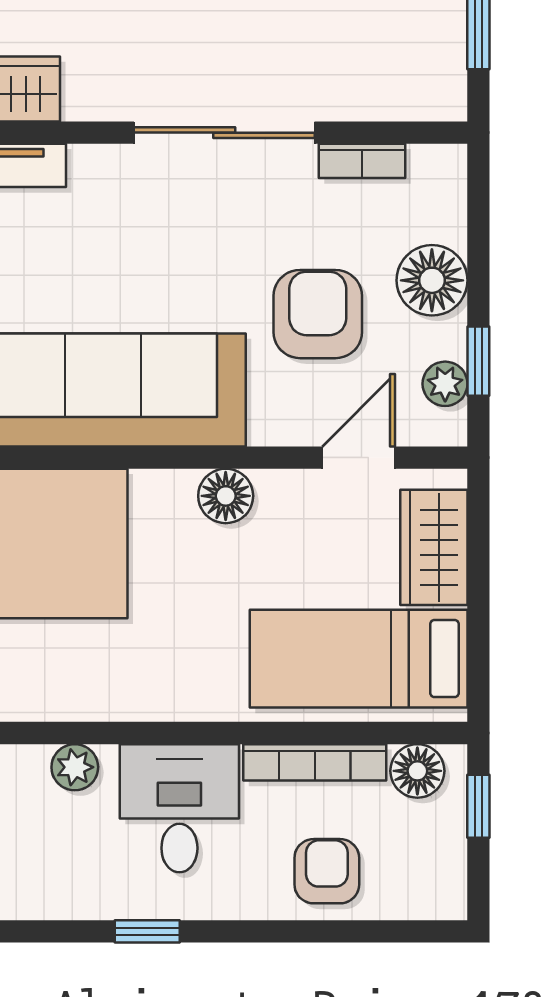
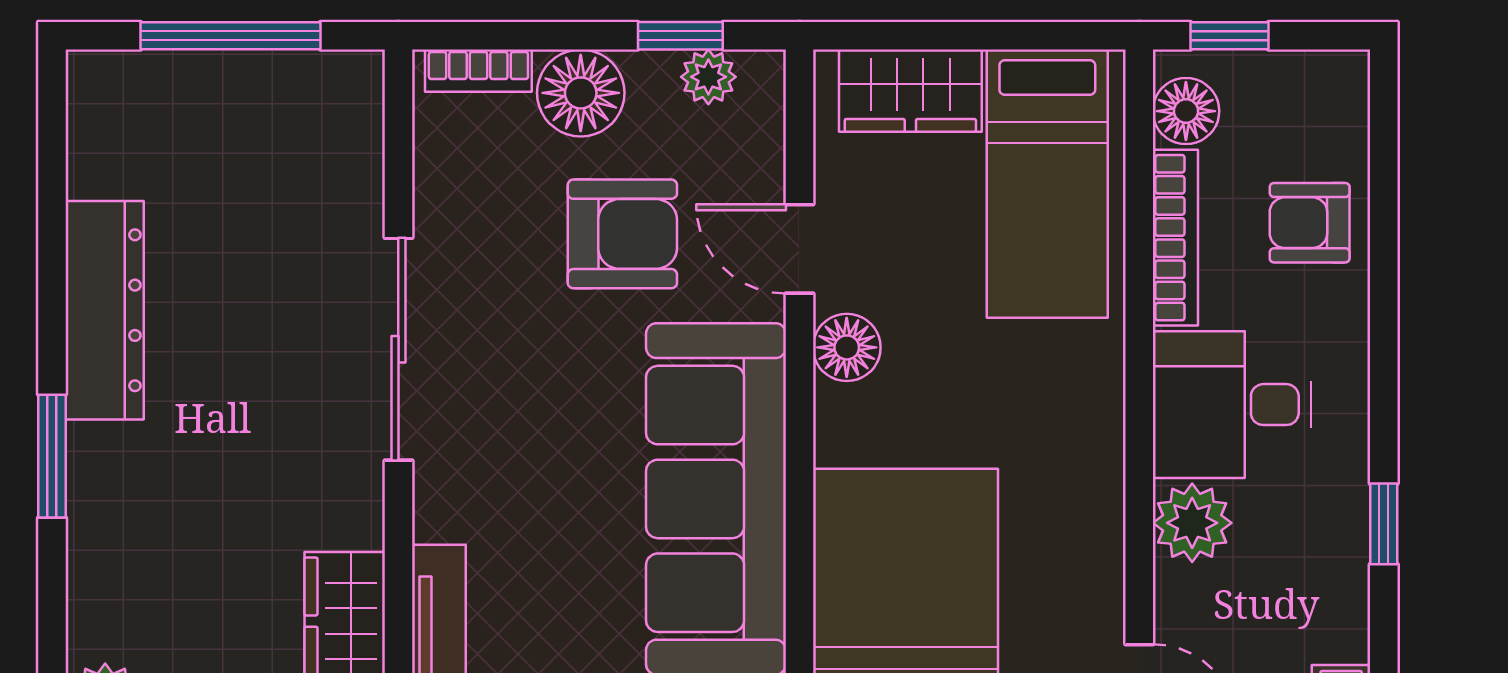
bookcase: (362, 161) -> (478, 71), moved, turned 90
armchair: (318, 314) -> (622, 234), turned 180
door: (359, 458) -> (799, 249), moved
plant: (75, 767) -> (1192, 523), width x1.38, depth x1.38
window: (147, 931) -> (1384, 524), moved

